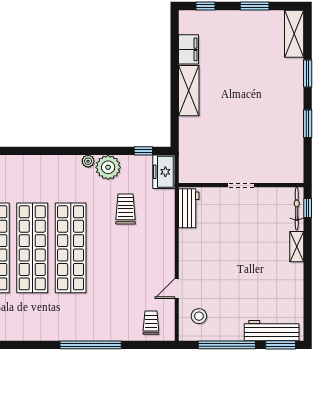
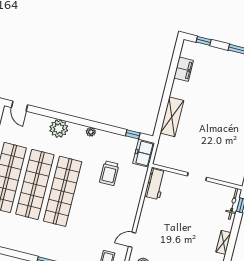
shelving: (189, 91) -> (172, 117), moved
plant: (108, 167) -> (59, 129), moved
trolley: (125, 209) -> (109, 173), turned 180
shelving: (297, 247) -> (223, 242), moved

